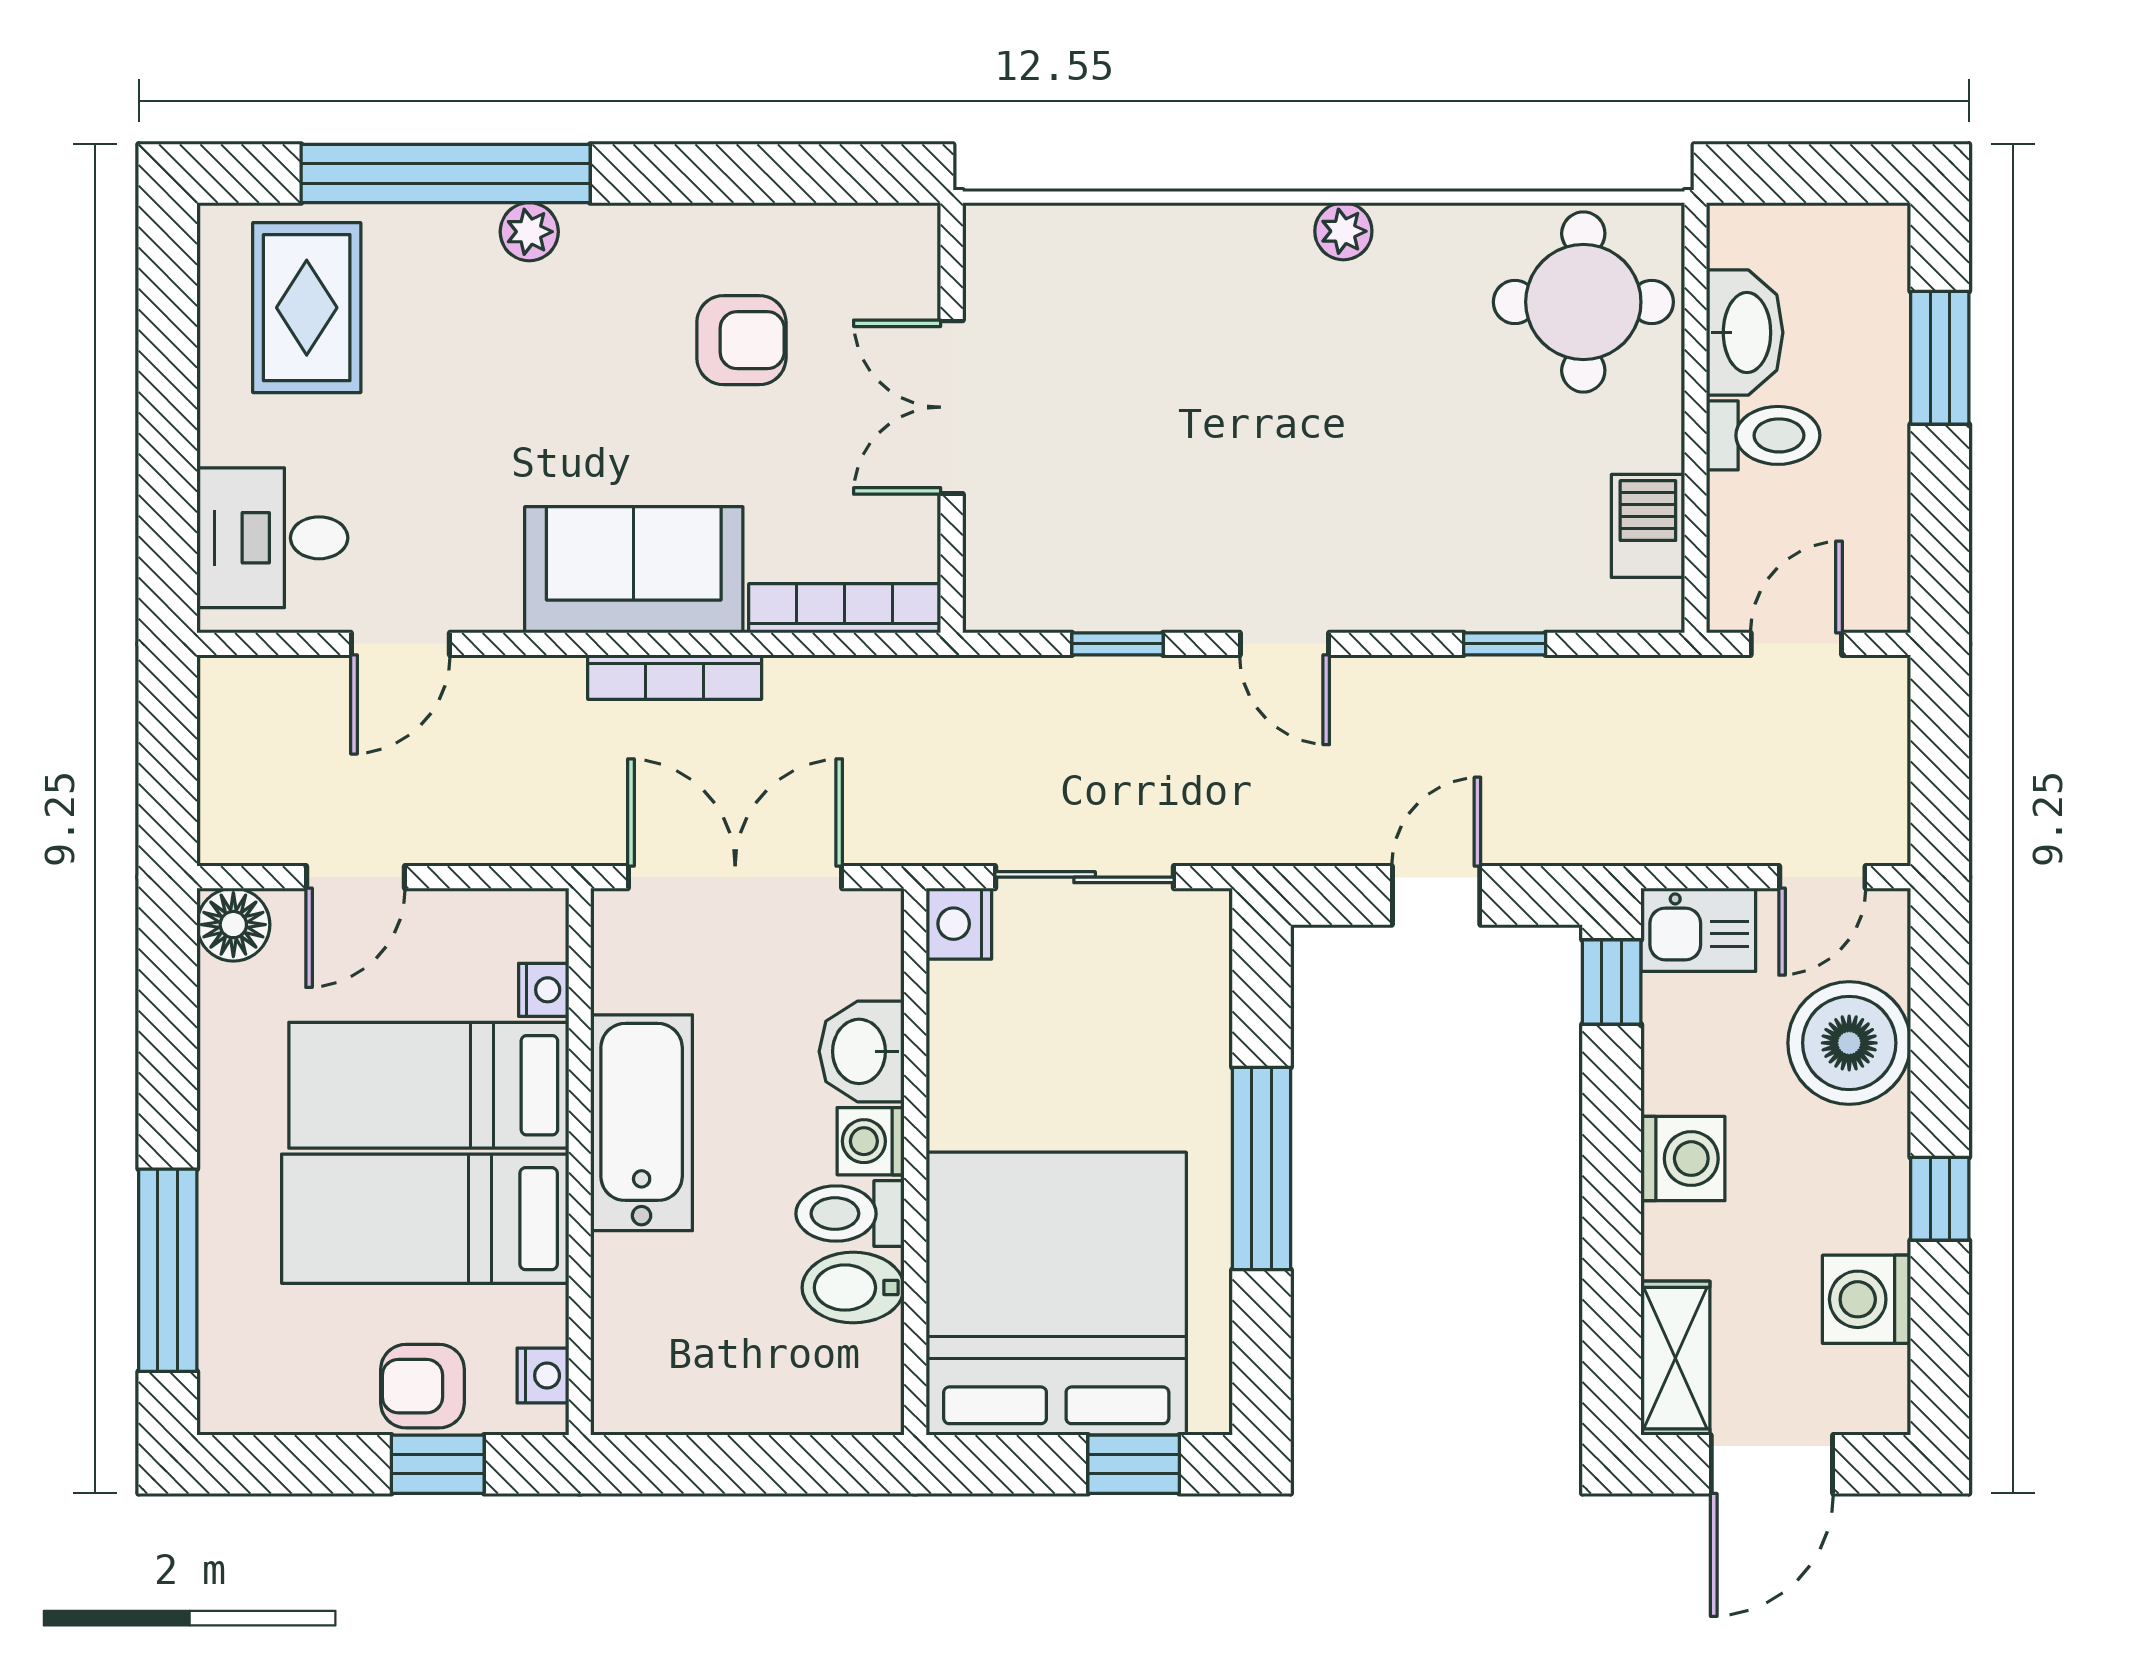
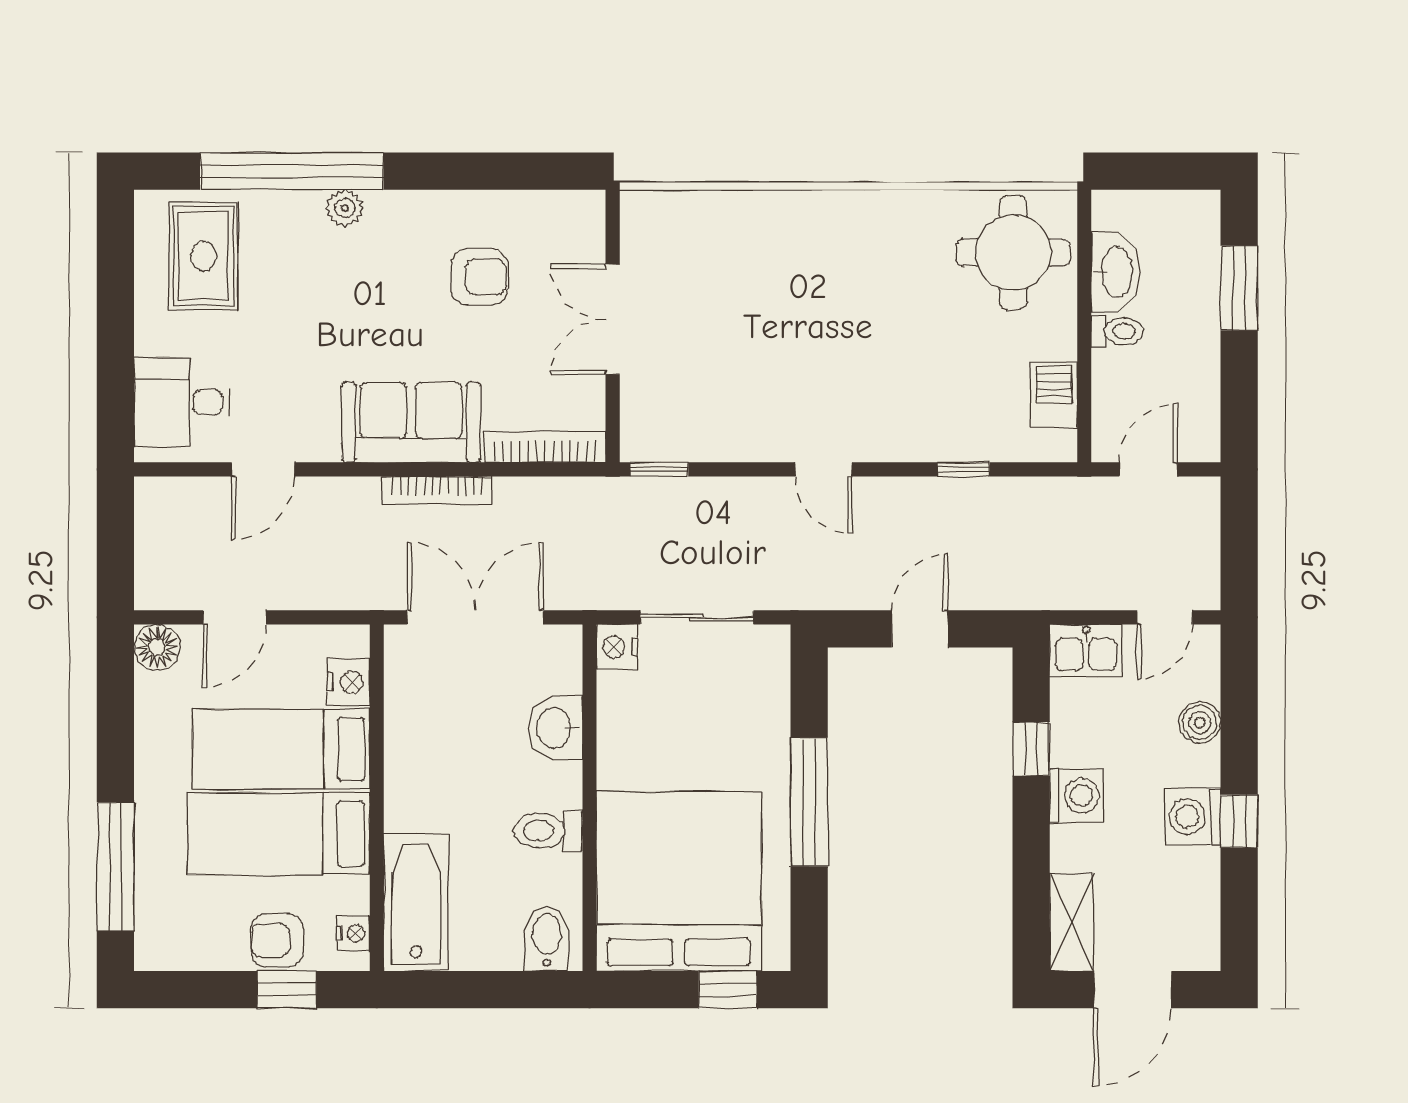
plant: (1343, 231) -> (861, 208), removed
toilet: (1763, 435) -> (1117, 331), width x0.73, depth x0.72
window: (1118, 644) -> (659, 469), moved
window: (1612, 982) -> (1031, 749), moved
nightstand: (544, 990) -> (348, 682), width x1.39, depth x1.35
boiler: (1849, 1043) -> (1200, 722), width x0.54, depth x0.54
bathtub: (642, 1123) -> (416, 903), moved
washing machine: (871, 1141) -> (561, 785), removed
bidet: (853, 1288) -> (547, 939), moved, turned 90
washing machine: (1866, 1299) -> (1193, 817), moved

